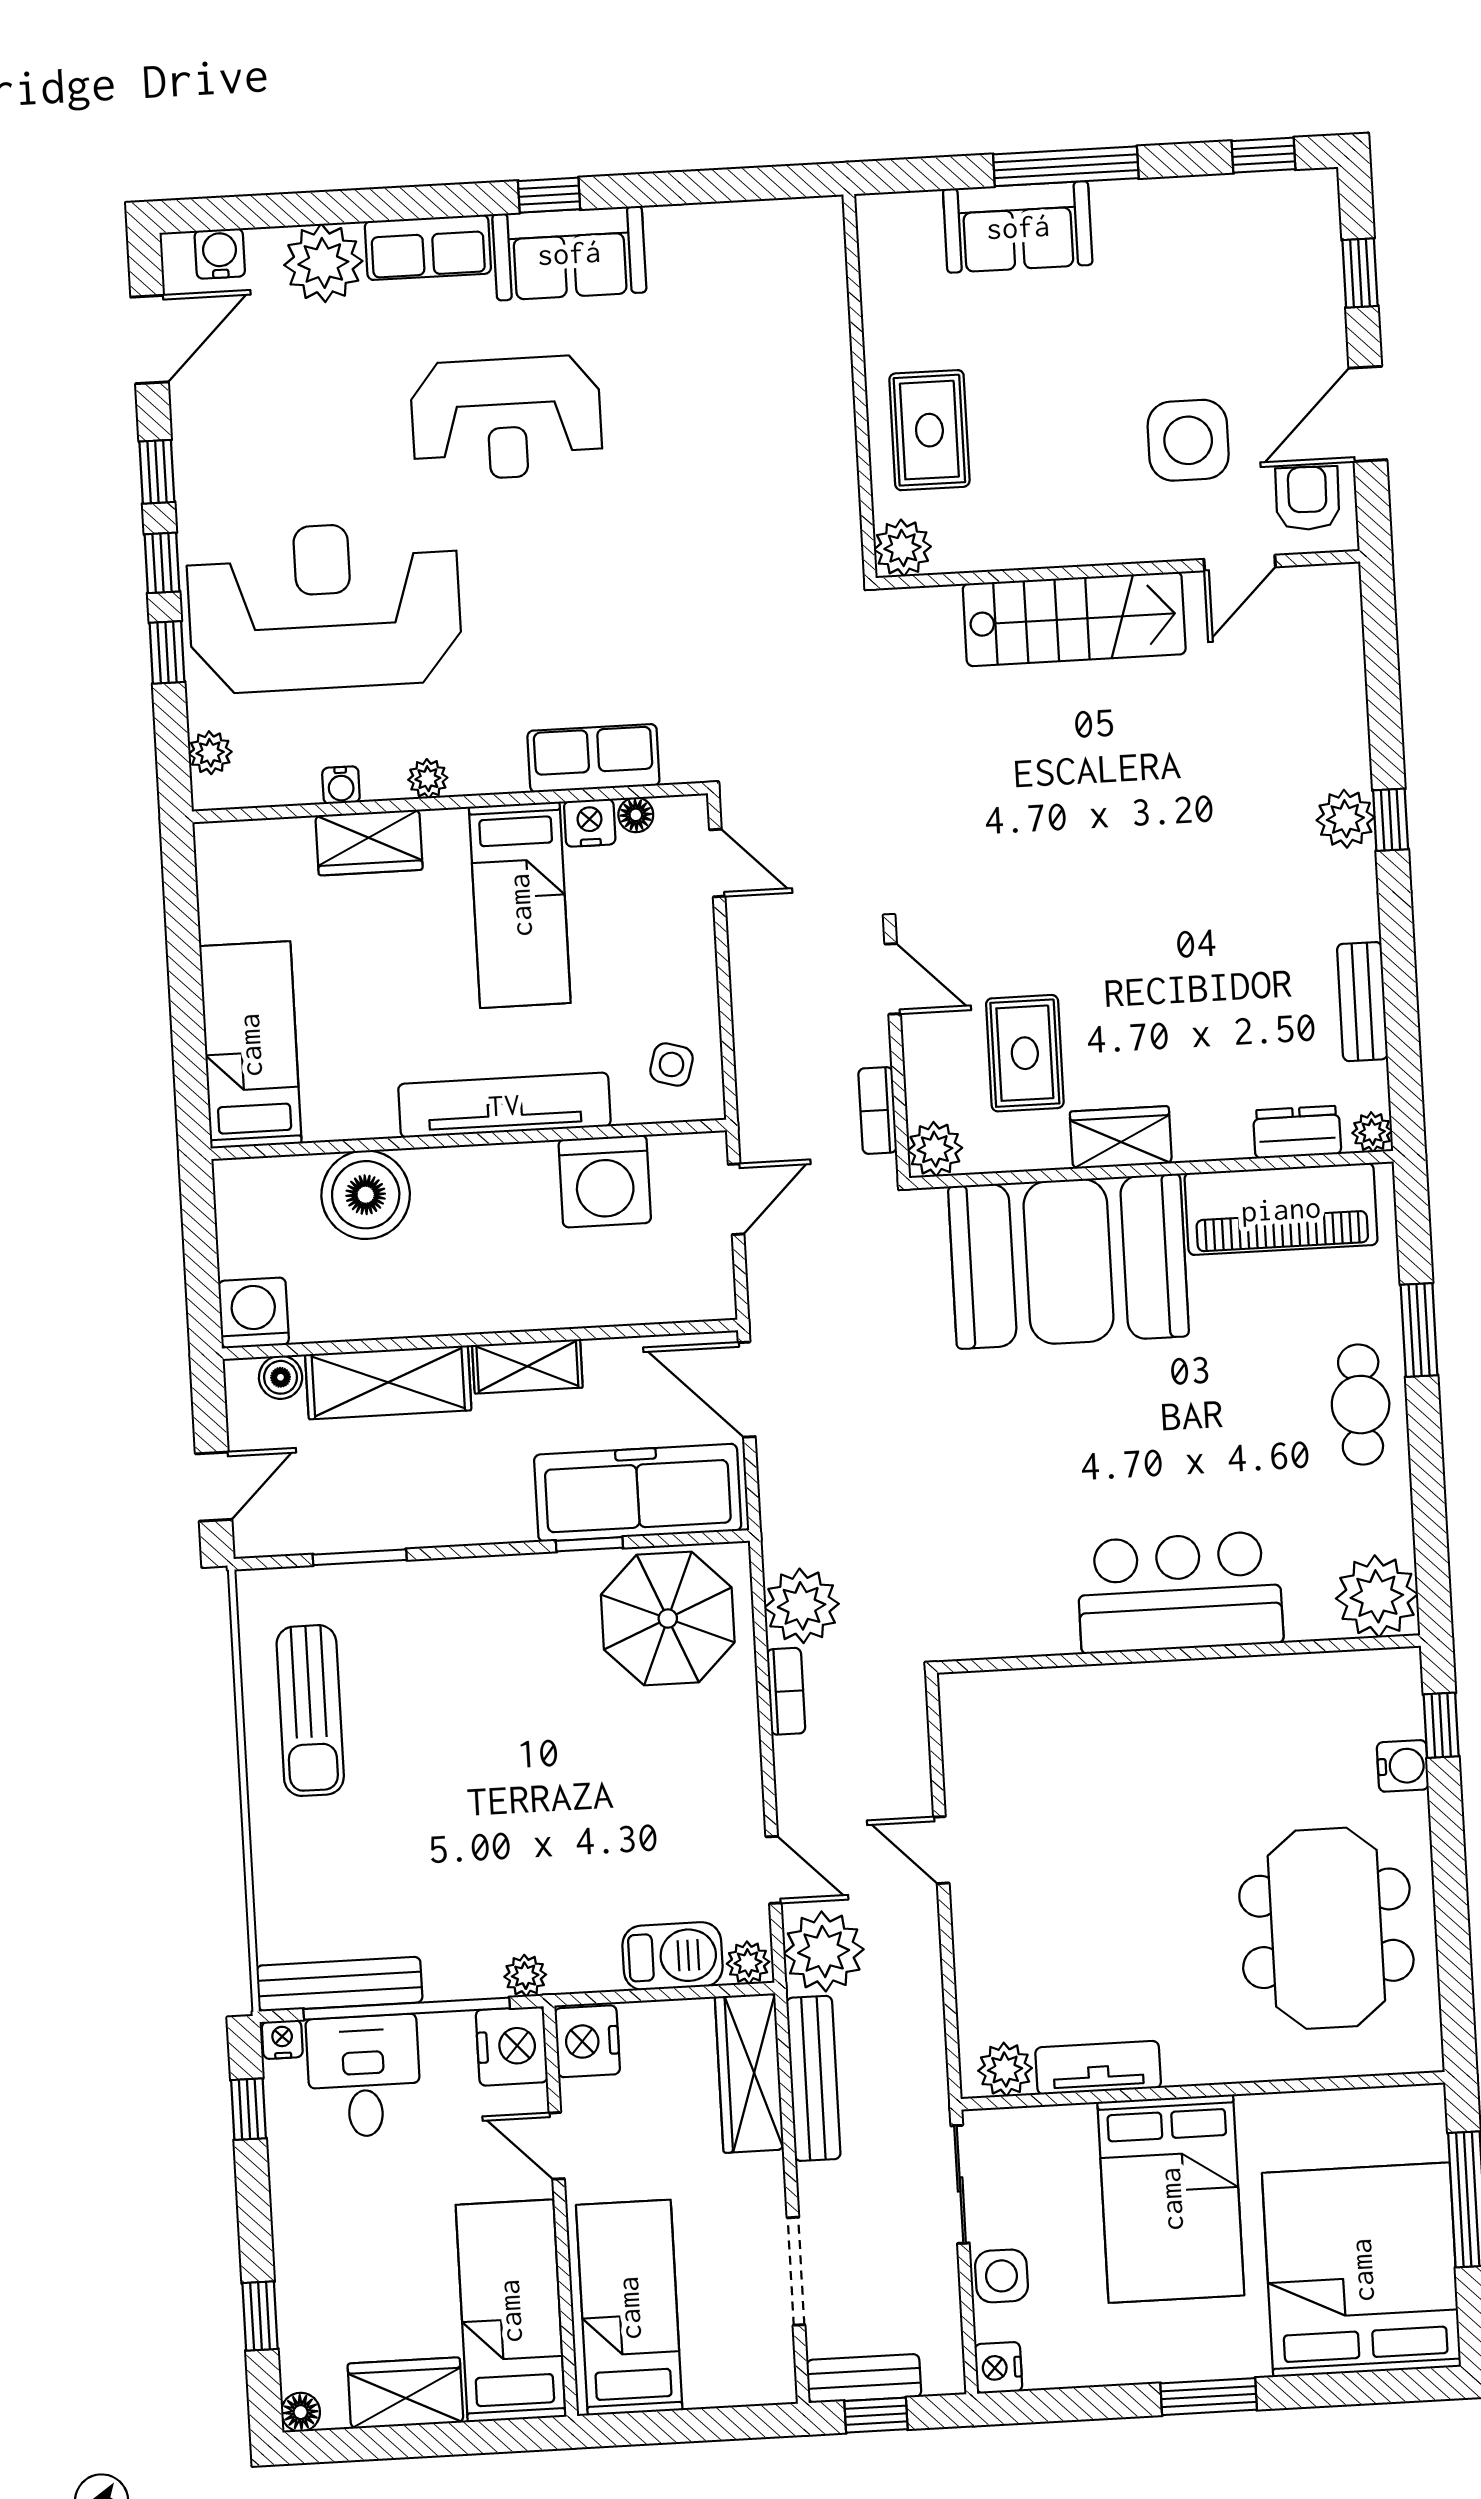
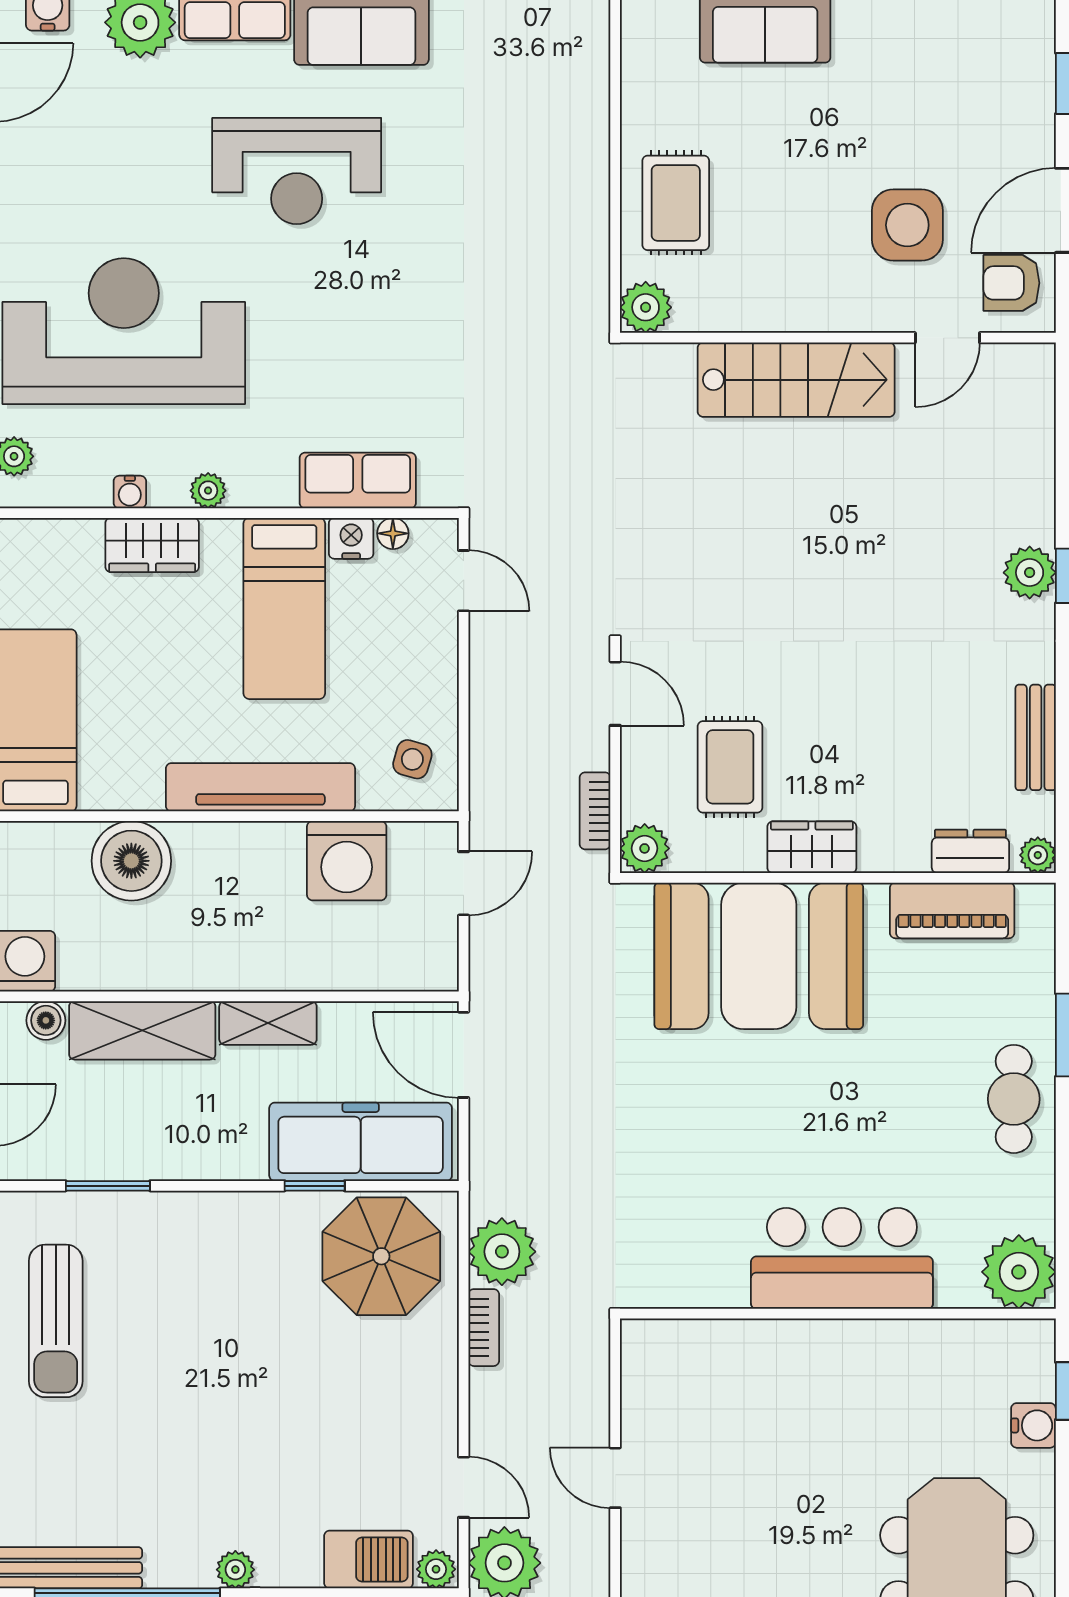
armchair: (1307, 498) -> (1011, 283), turned -91
piano: (1281, 1209) -> (952, 910), width x0.73, depth x0.75

